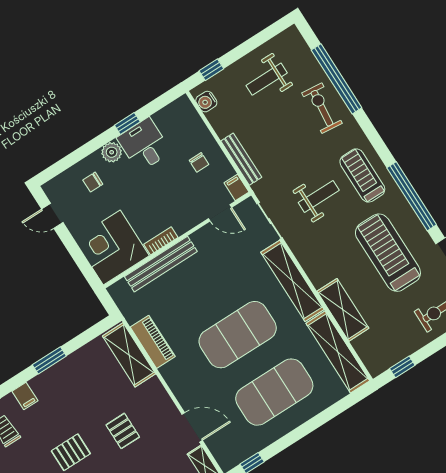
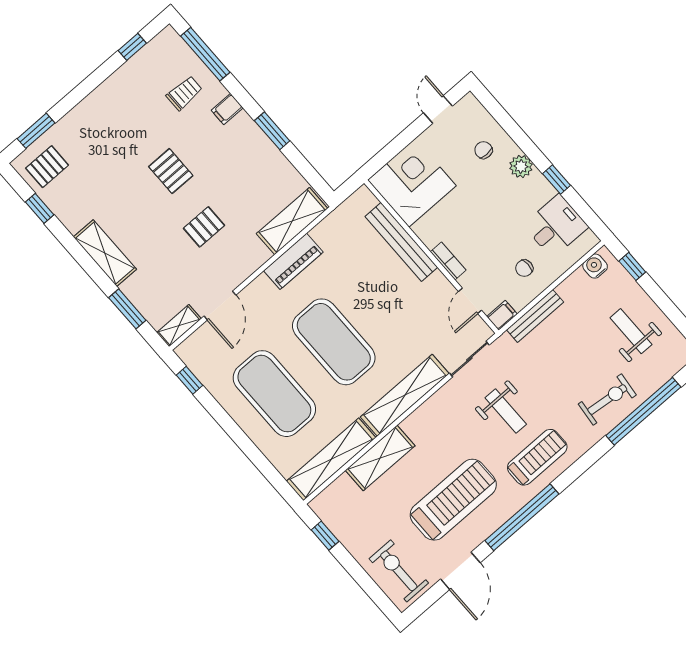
desk: (144, 145) -> (556, 226), moved
bookcase: (161, 241) -> (448, 261), moved
piano: (153, 342) -> (293, 261), moved

